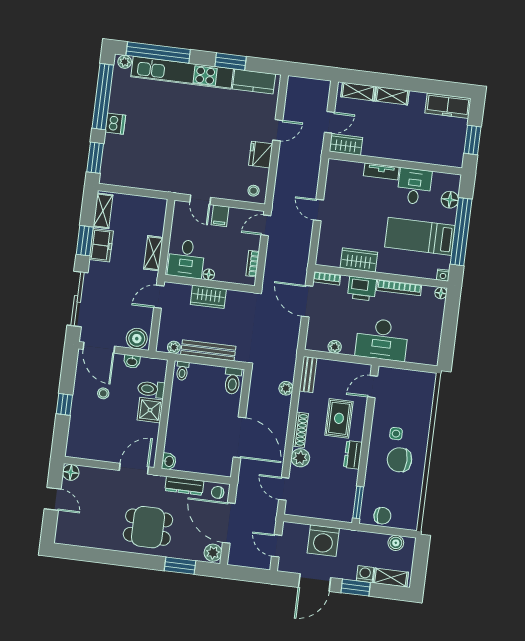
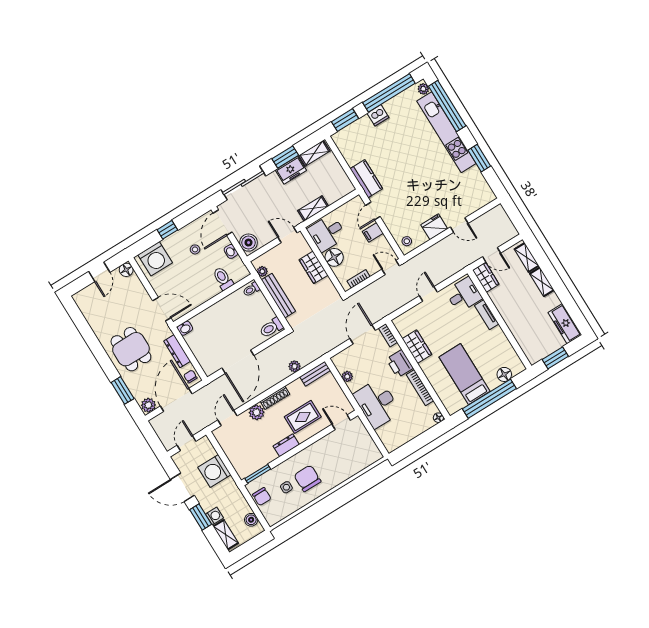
kitchen counter: (254, 81) -> (366, 179), moved, turned 180
desk: (414, 186) -> (464, 295), moved
floor lamp: (209, 275) -> (334, 257), width x1.89, depth x1.89
nightstand: (443, 275) -> (451, 410), removed
shower: (150, 410) -> (209, 289), removed
side table: (396, 434) -> (286, 487), moved
washing machine: (82, 437) -> (155, 259), added

